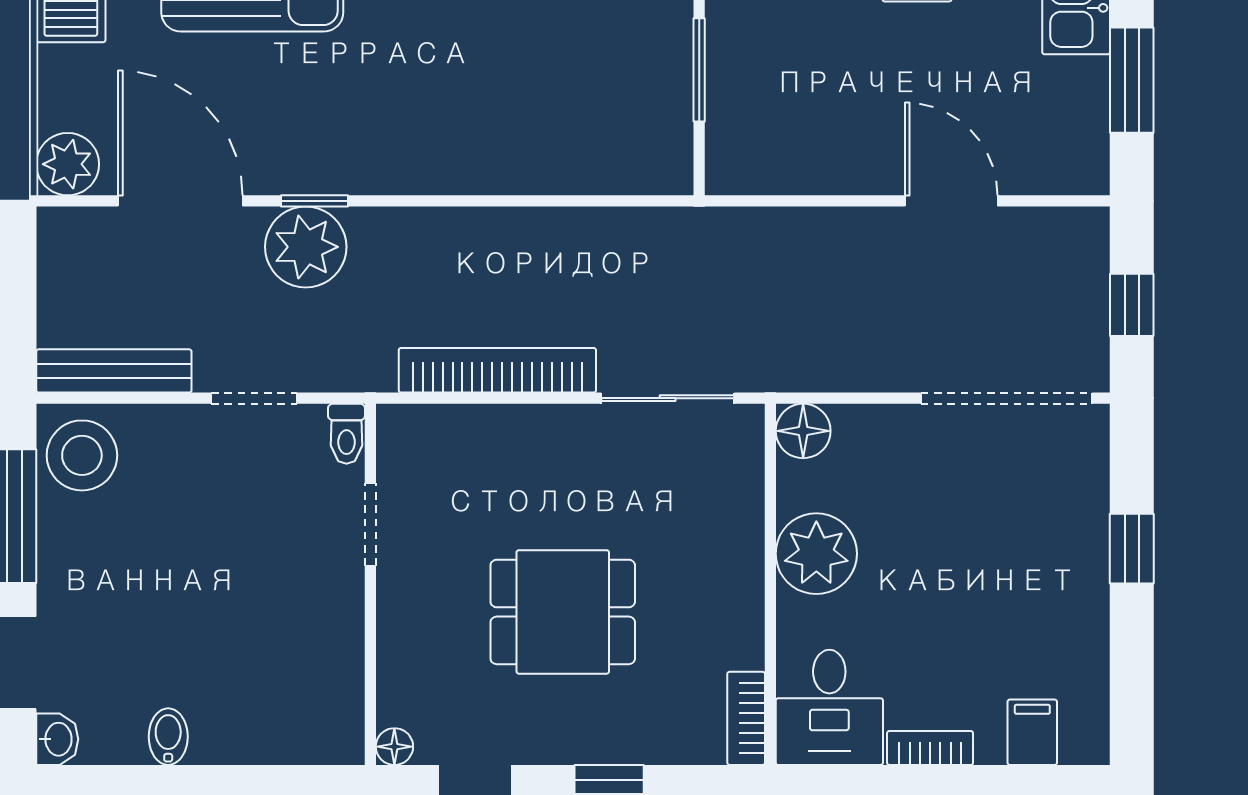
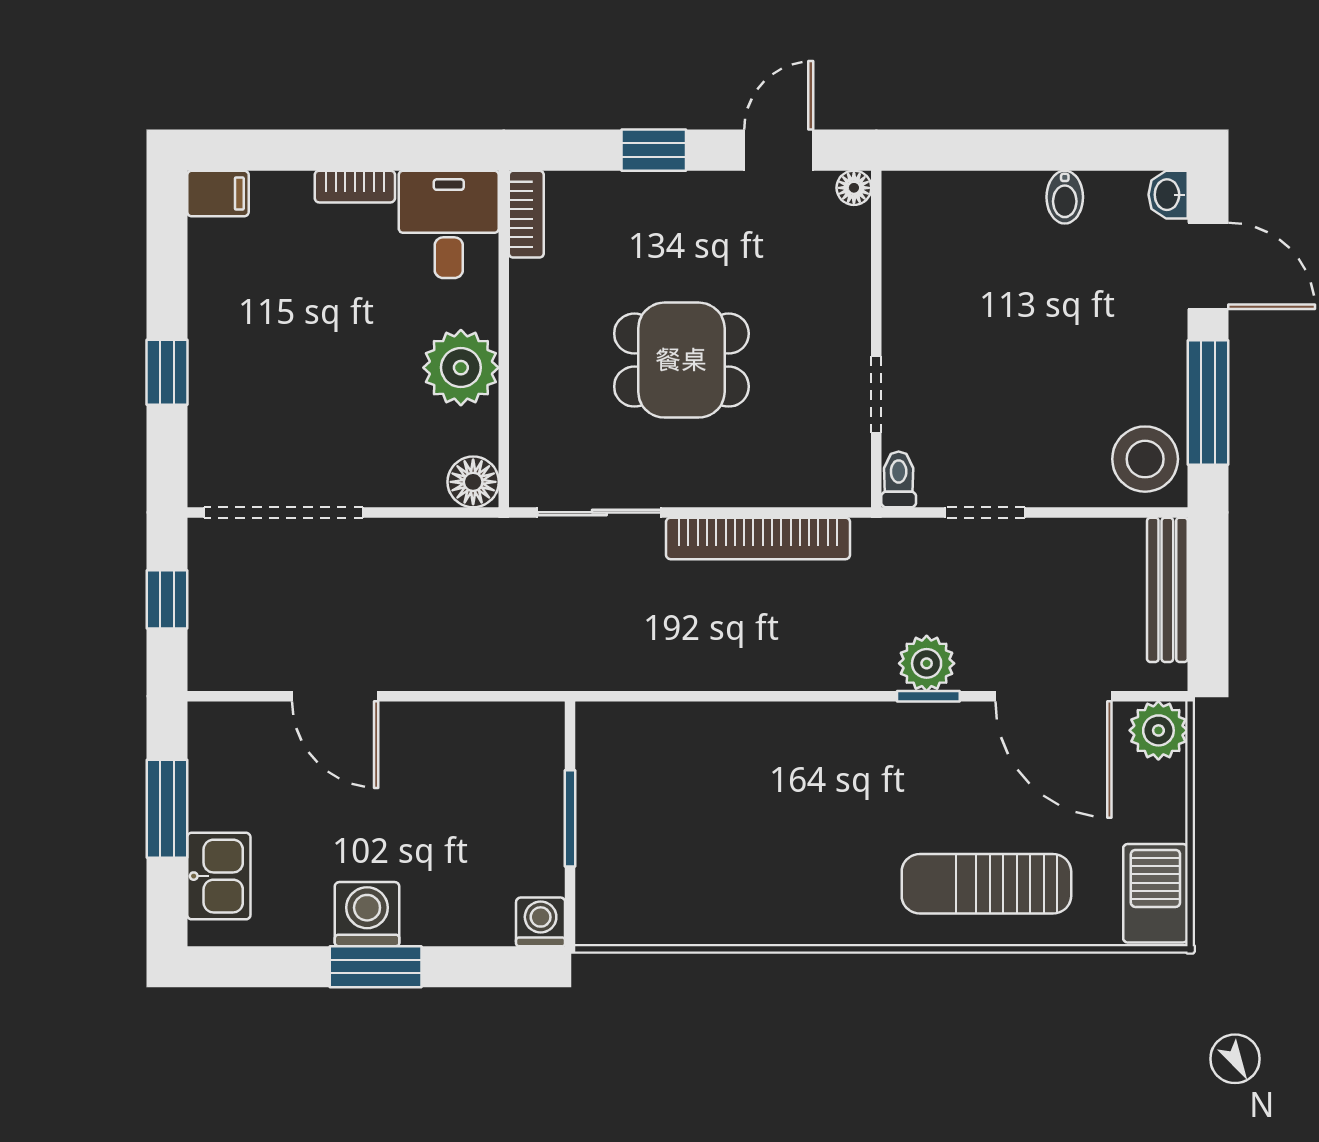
plant: (306, 247) -> (927, 663), width x0.73, depth x0.73
bench: (114, 371) -> (1167, 590), moved, turned 90
dining table: (563, 612) -> (681, 360), moved
filing cabinet: (1032, 732) -> (218, 193), moved, turned -90

